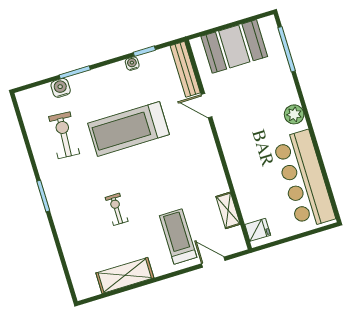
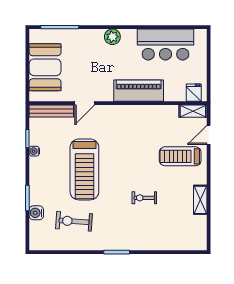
piano: (240, 164) -> (139, 91), added
bar counter: (304, 179) -> (165, 45), width x0.73
shelving: (228, 210) -> (193, 111), moved
shelving: (125, 275) -> (200, 200), width x0.67, depth x0.75

